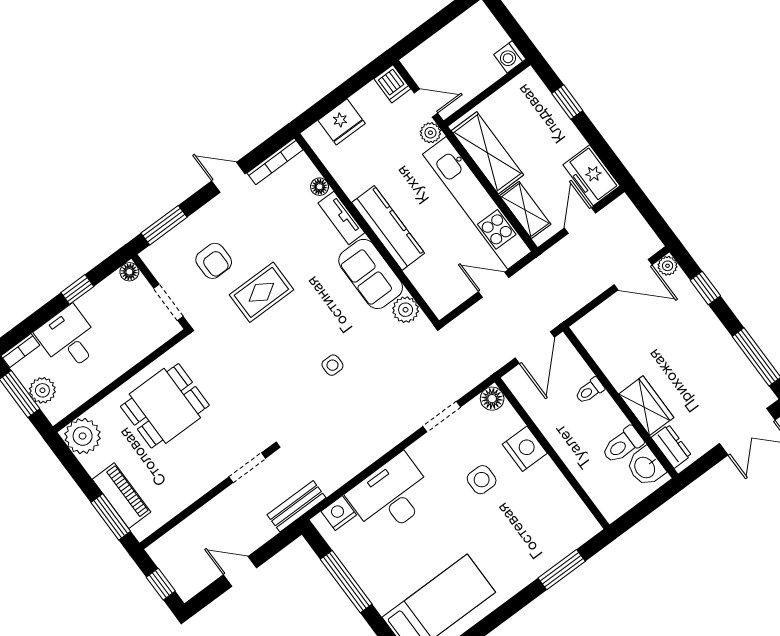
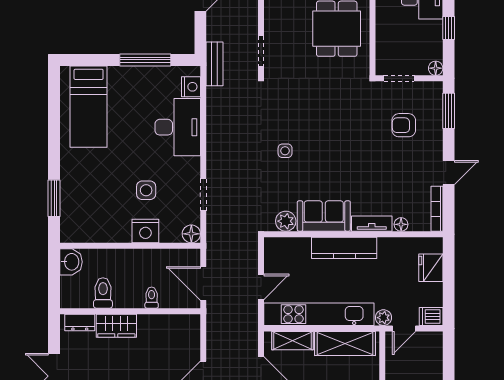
rug: (261, 292) -> (363, 140), removed
washbasin: (645, 467) -> (71, 262), moved, turned 90

